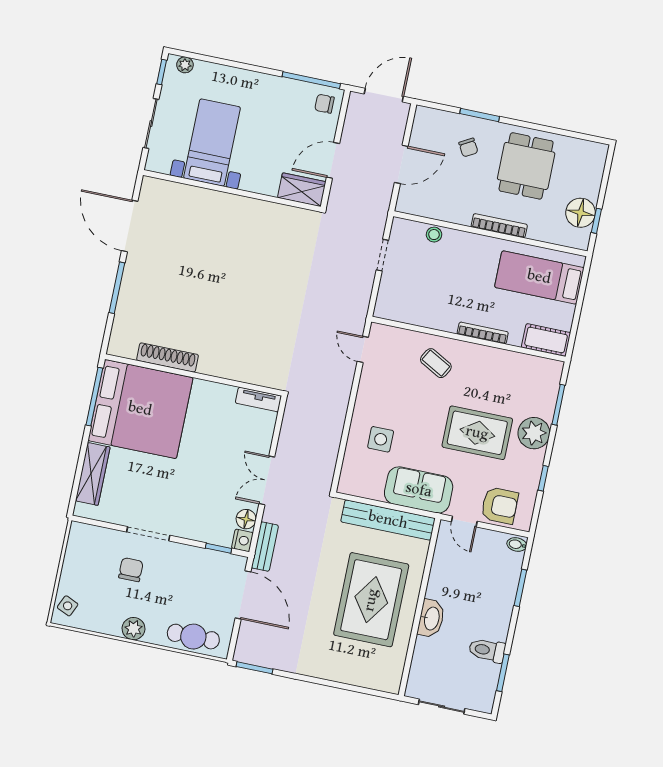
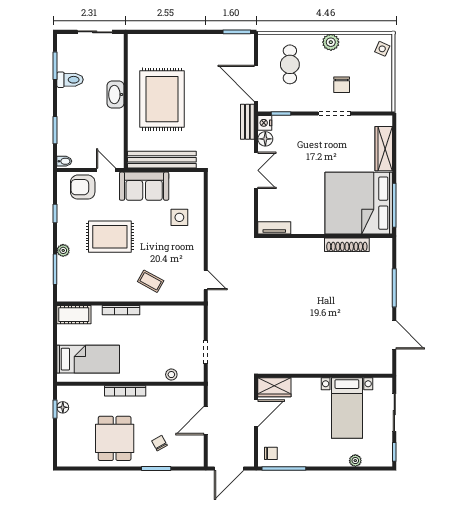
plant: (185, 65) -> (355, 461), moved
floor lamp: (581, 213) -> (63, 407), width x0.53, depth x0.53
door: (130, 226) -> (394, 335), width x0.73
plant: (534, 433) -> (63, 250), width x0.53, depth x0.53
cafe table: (193, 637) -> (290, 64), moved, turned 90

